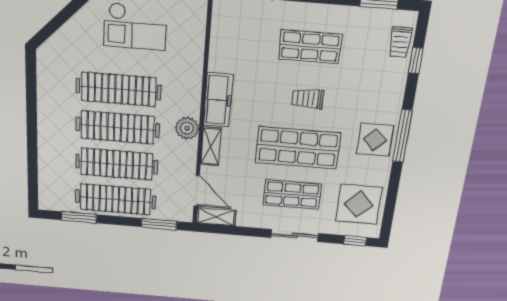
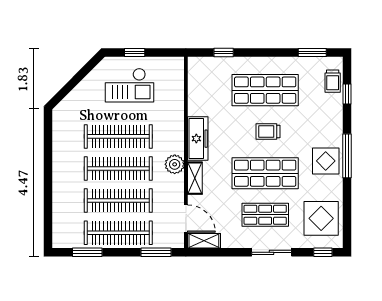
shop shelf: (310, 47) -> (265, 90), width x1.43, depth x1.36

